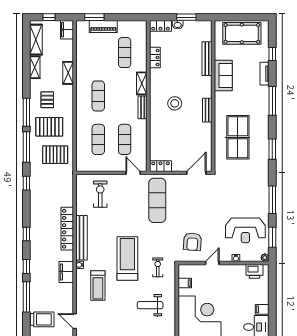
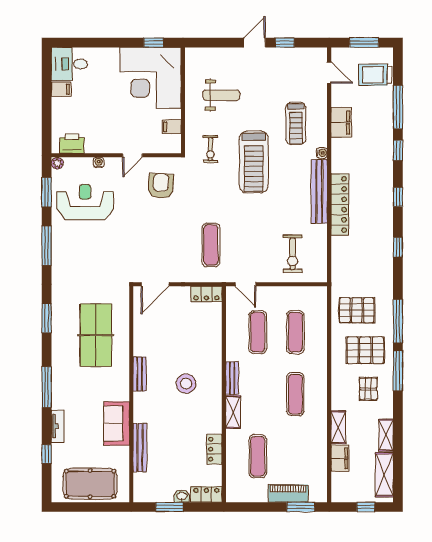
filing cabinet: (67, 30) -> (340, 458), moved
window: (26, 183) -> (398, 247), moved
exercise mat: (157, 200) -> (211, 245), width x0.73, depth x0.69
filing cabinet: (66, 272) -> (341, 122), moved
treadmill: (98, 285) -> (296, 123), turned 180

